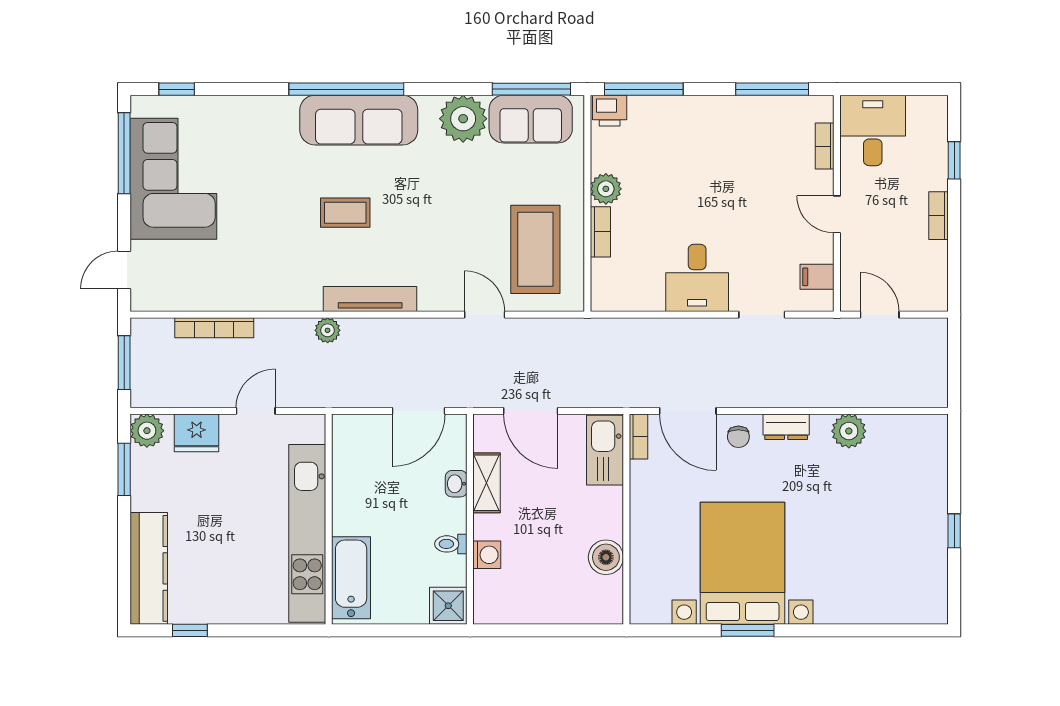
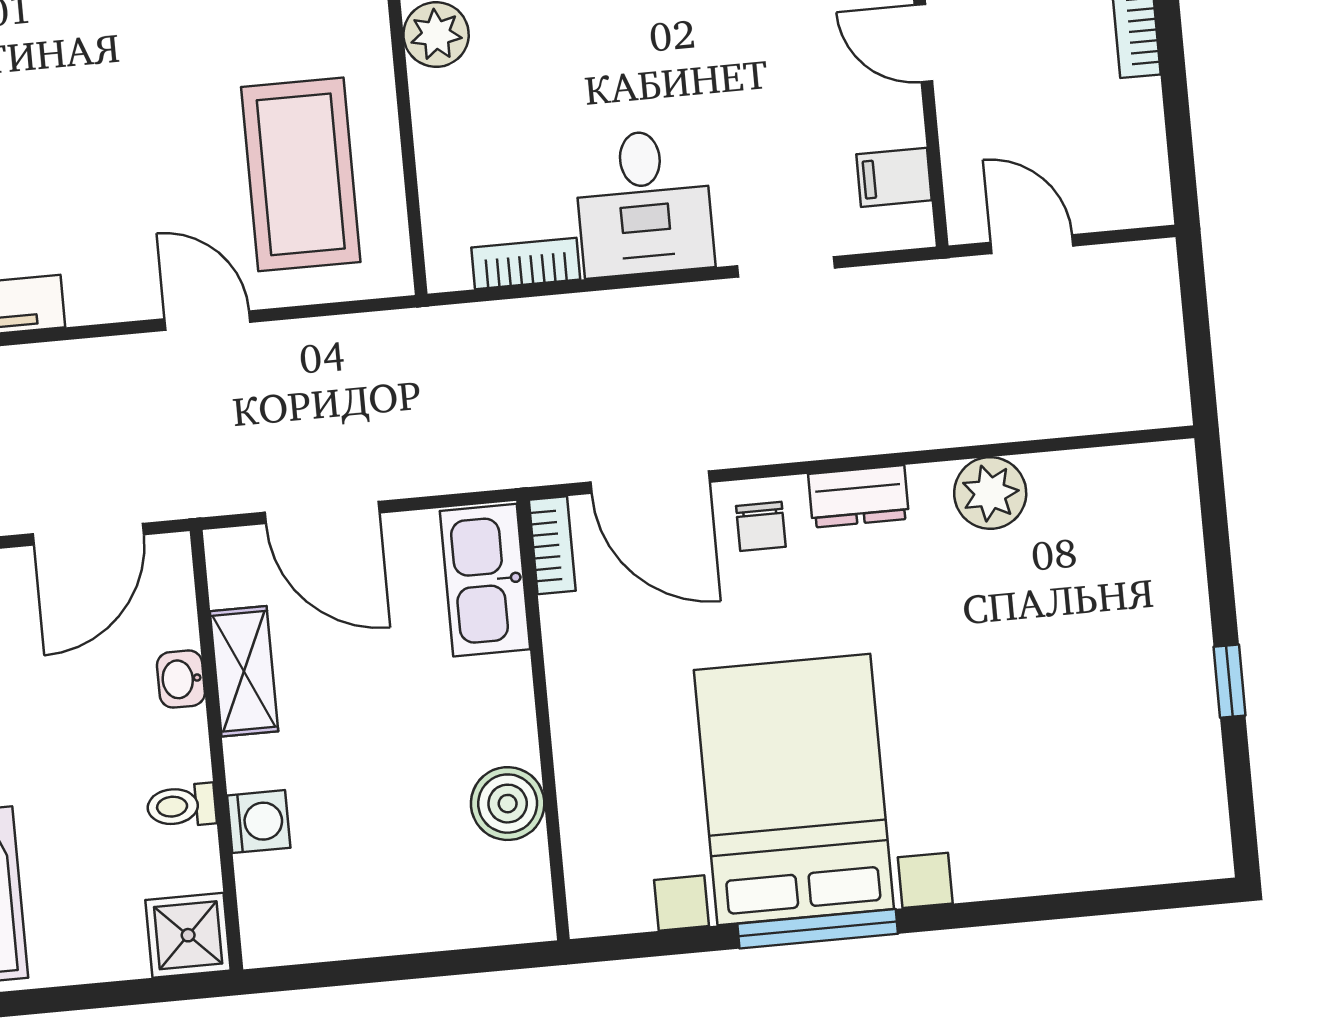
bookcase: (600, 232) -> (526, 264), moved, turned -90
window: (748, 630) -> (818, 929), width x1.44

